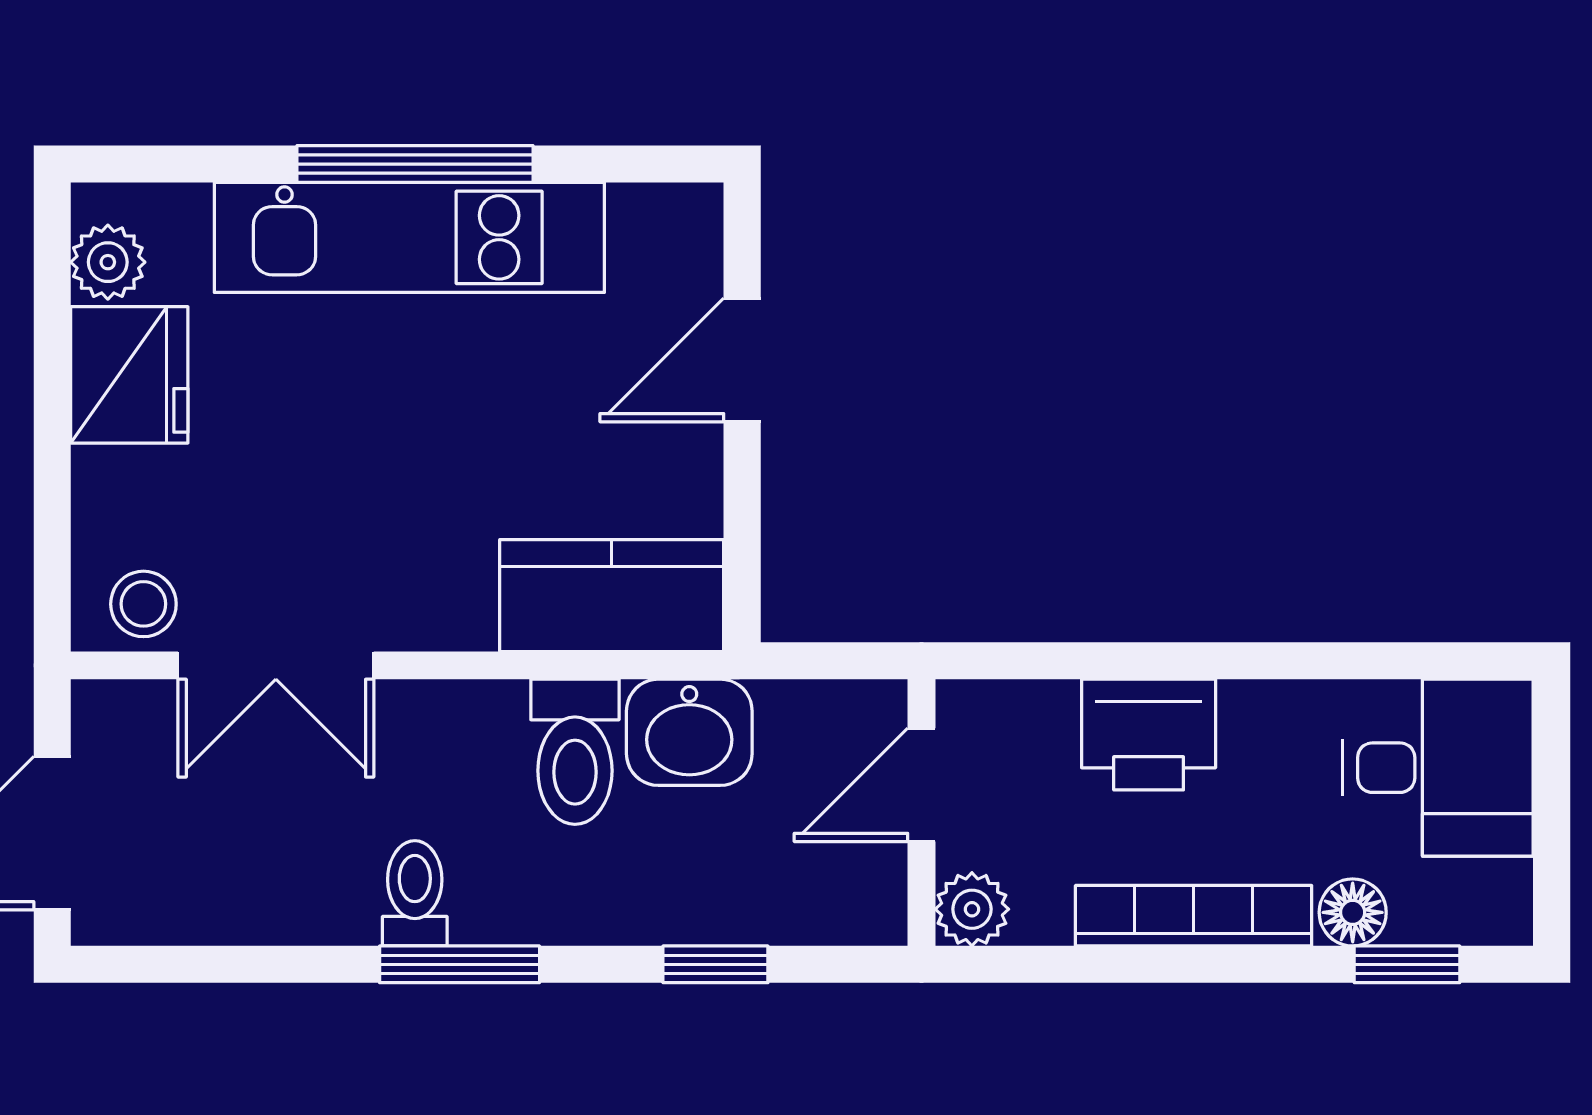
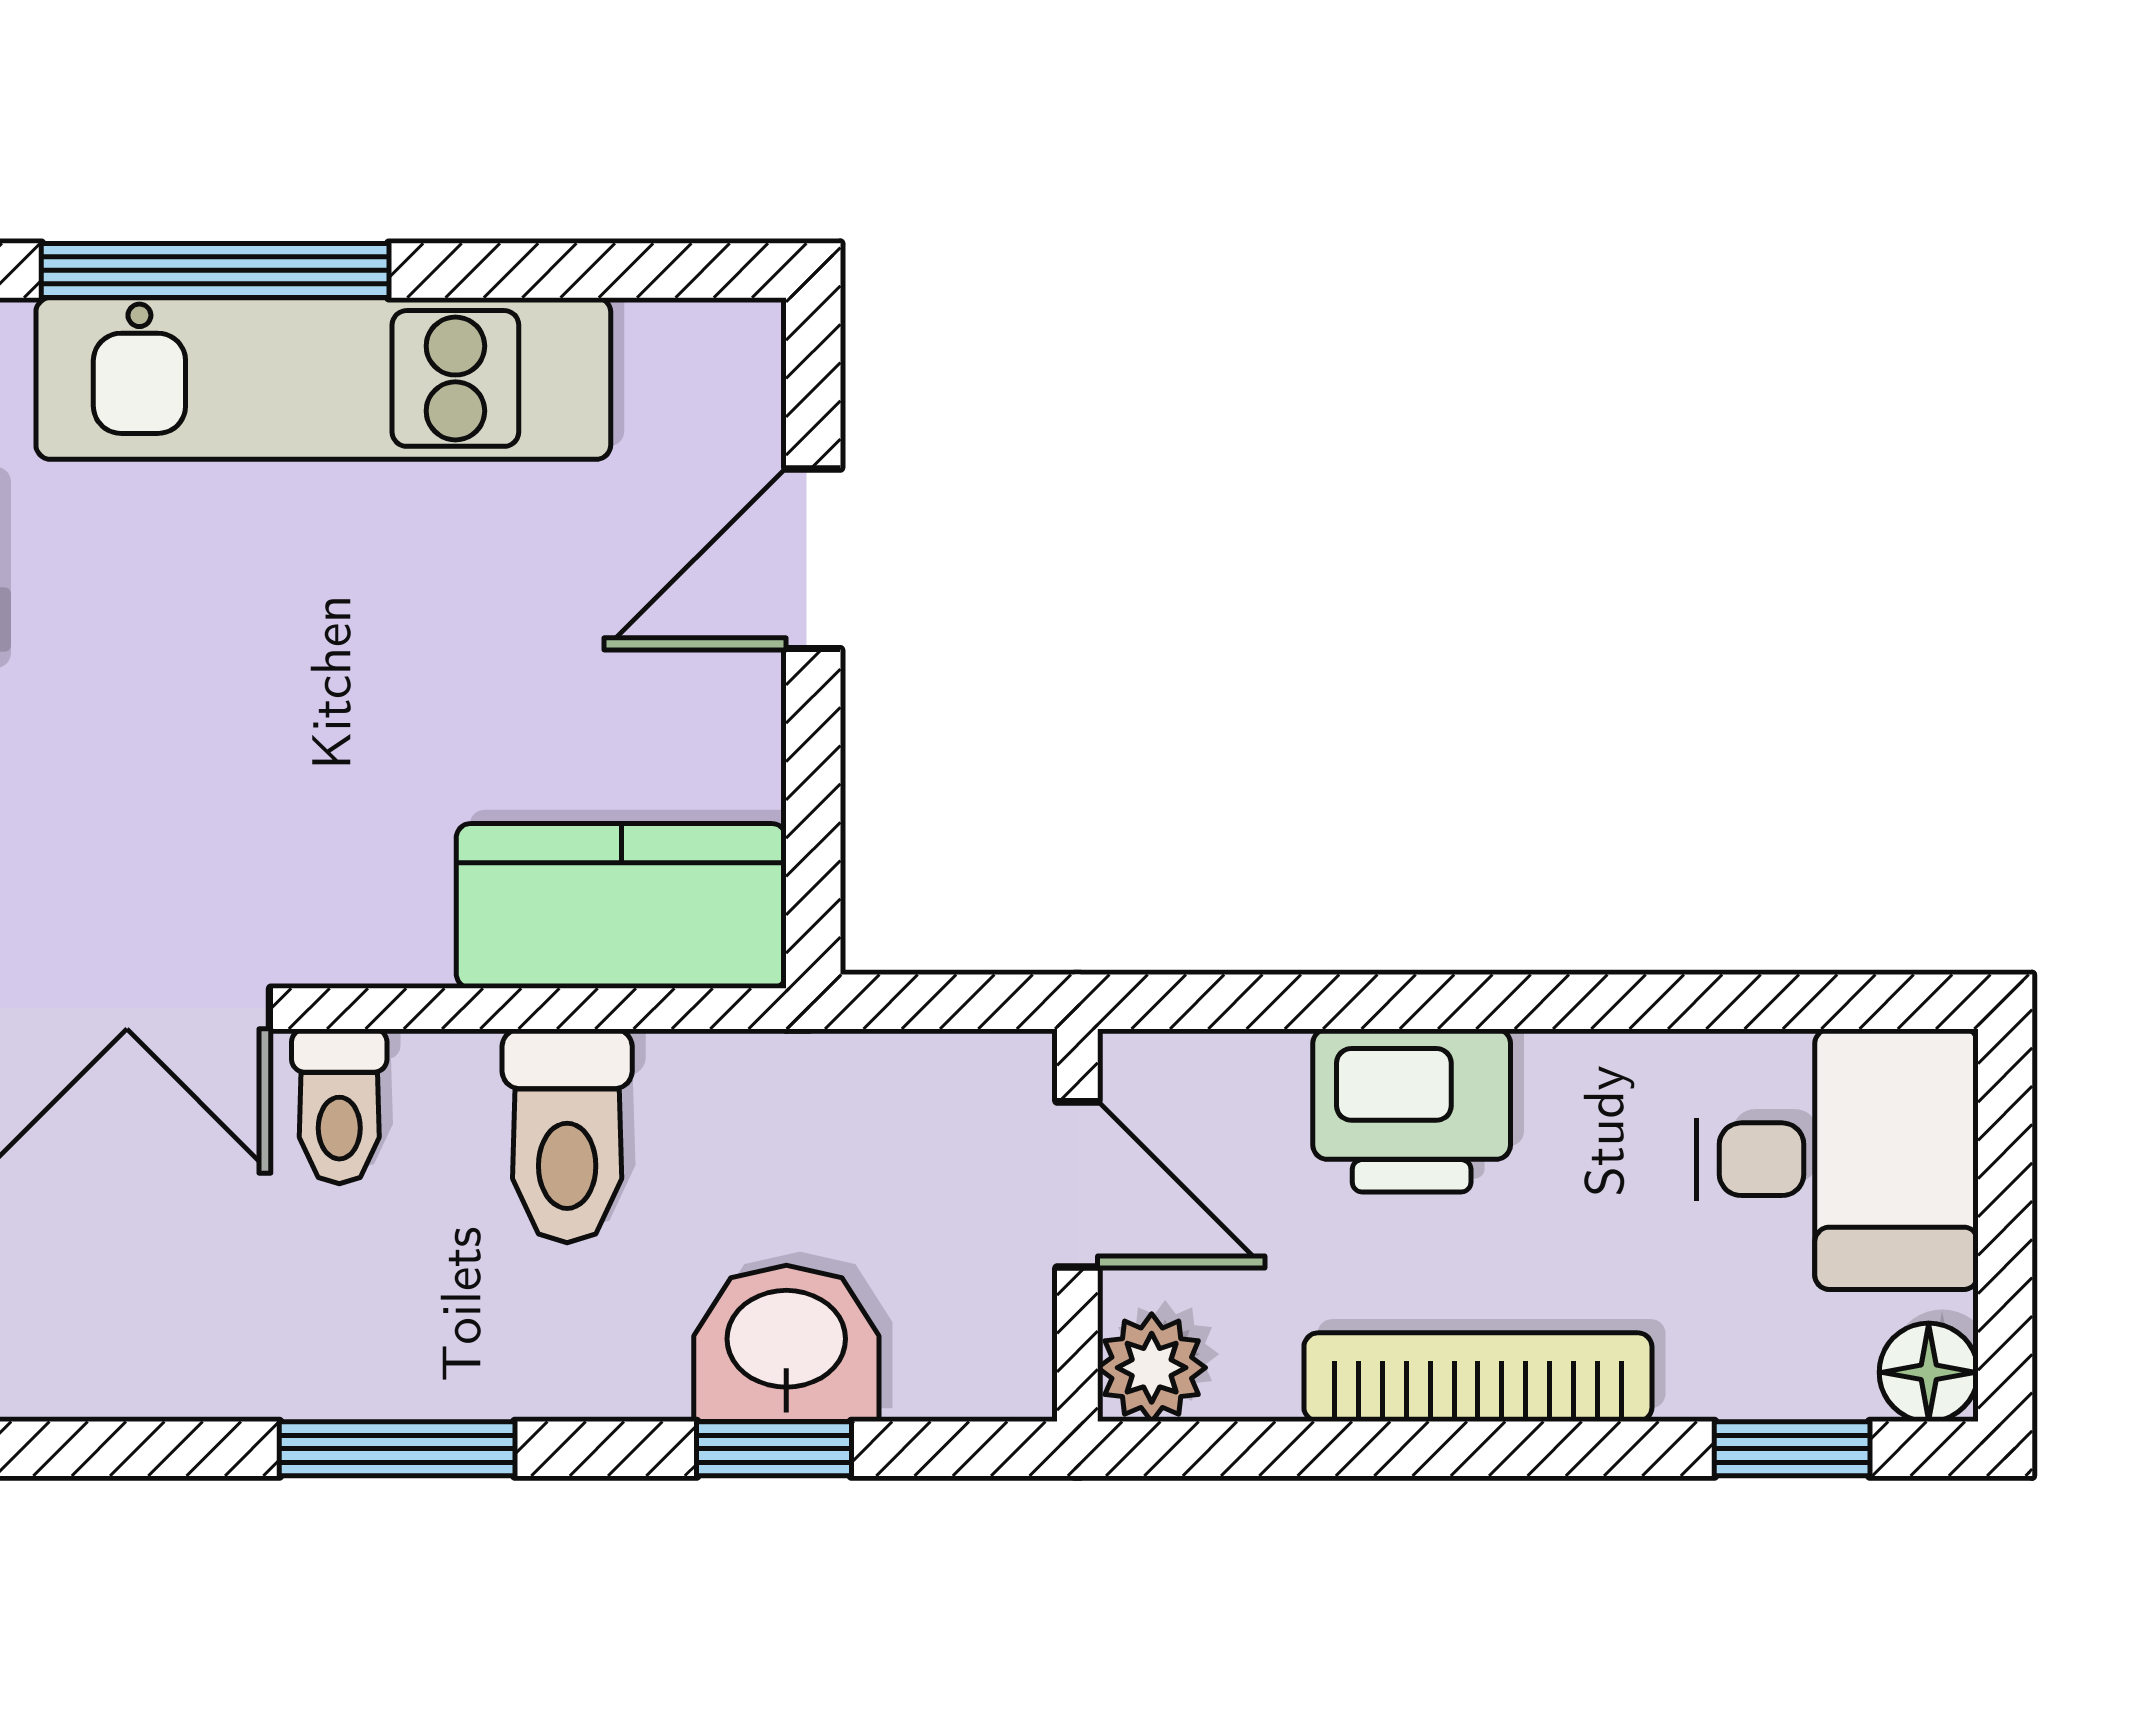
window: (415, 164) -> (215, 270), moved
washbasin: (689, 732) -> (786, 1343), moved, turned 180
door: (921, 785) -> (1077, 1184), swing flipped
toilet: (415, 893) -> (339, 1106), moved, turned 180
floor lamp: (1353, 912) -> (1929, 1372), moved

